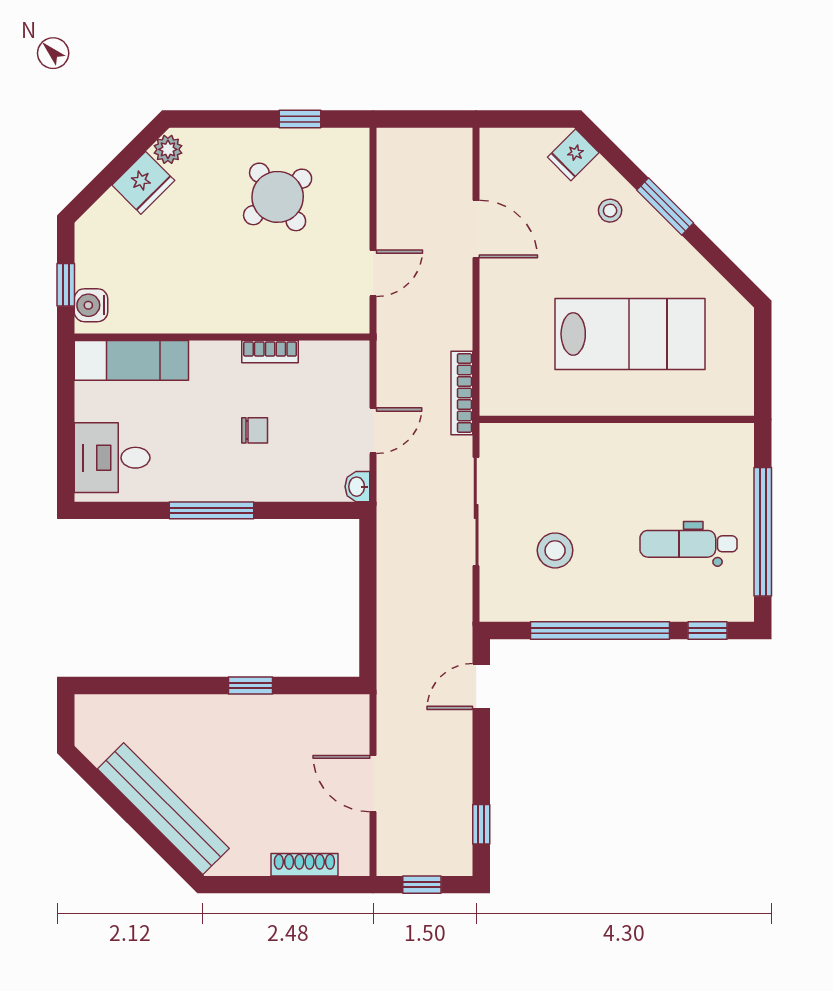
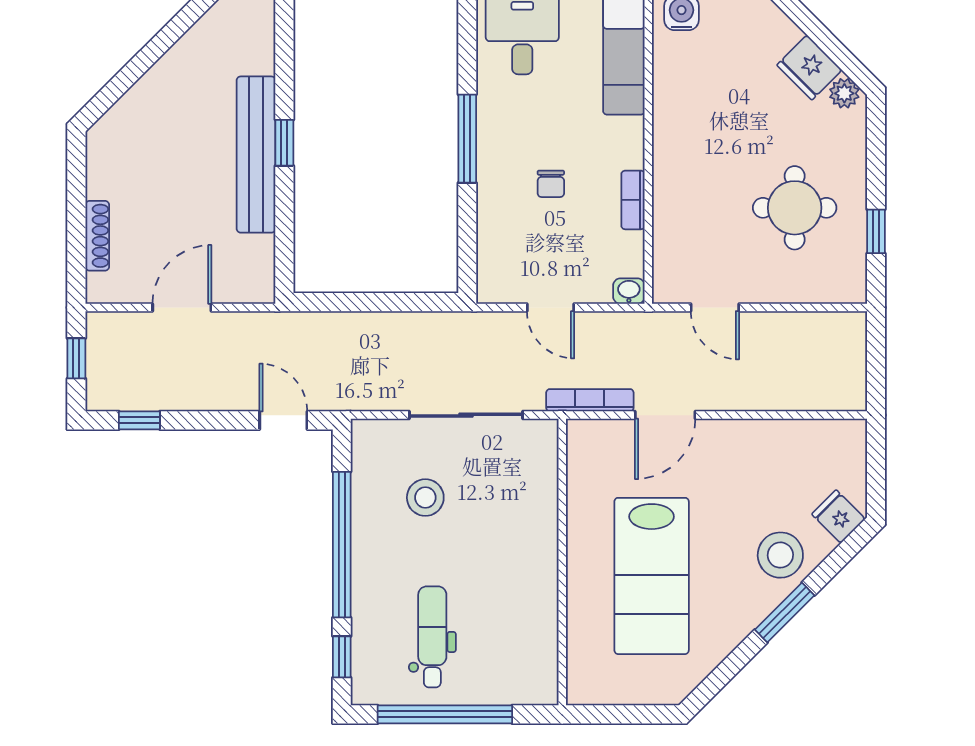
round table: (278, 197) -> (795, 208), turned 37
stool: (610, 211) -> (780, 555), width x1.89, depth x1.89
door: (476, 229) -> (665, 415), moved
washbasin: (357, 487) -> (629, 291), moved
window: (251, 685) -> (284, 143), moved
bench: (163, 809) -> (256, 155), moved, turned -45

